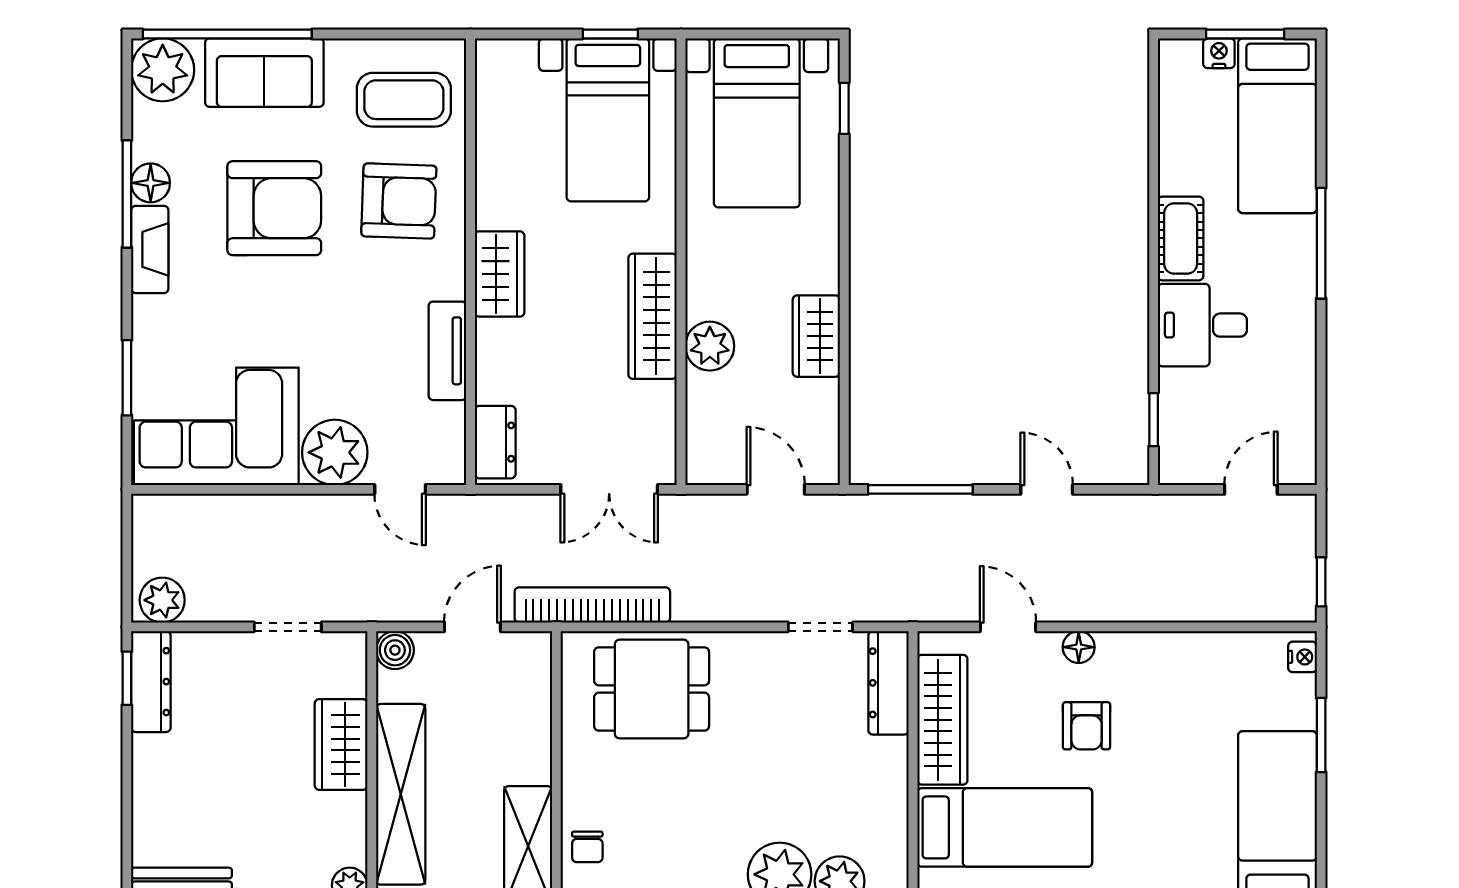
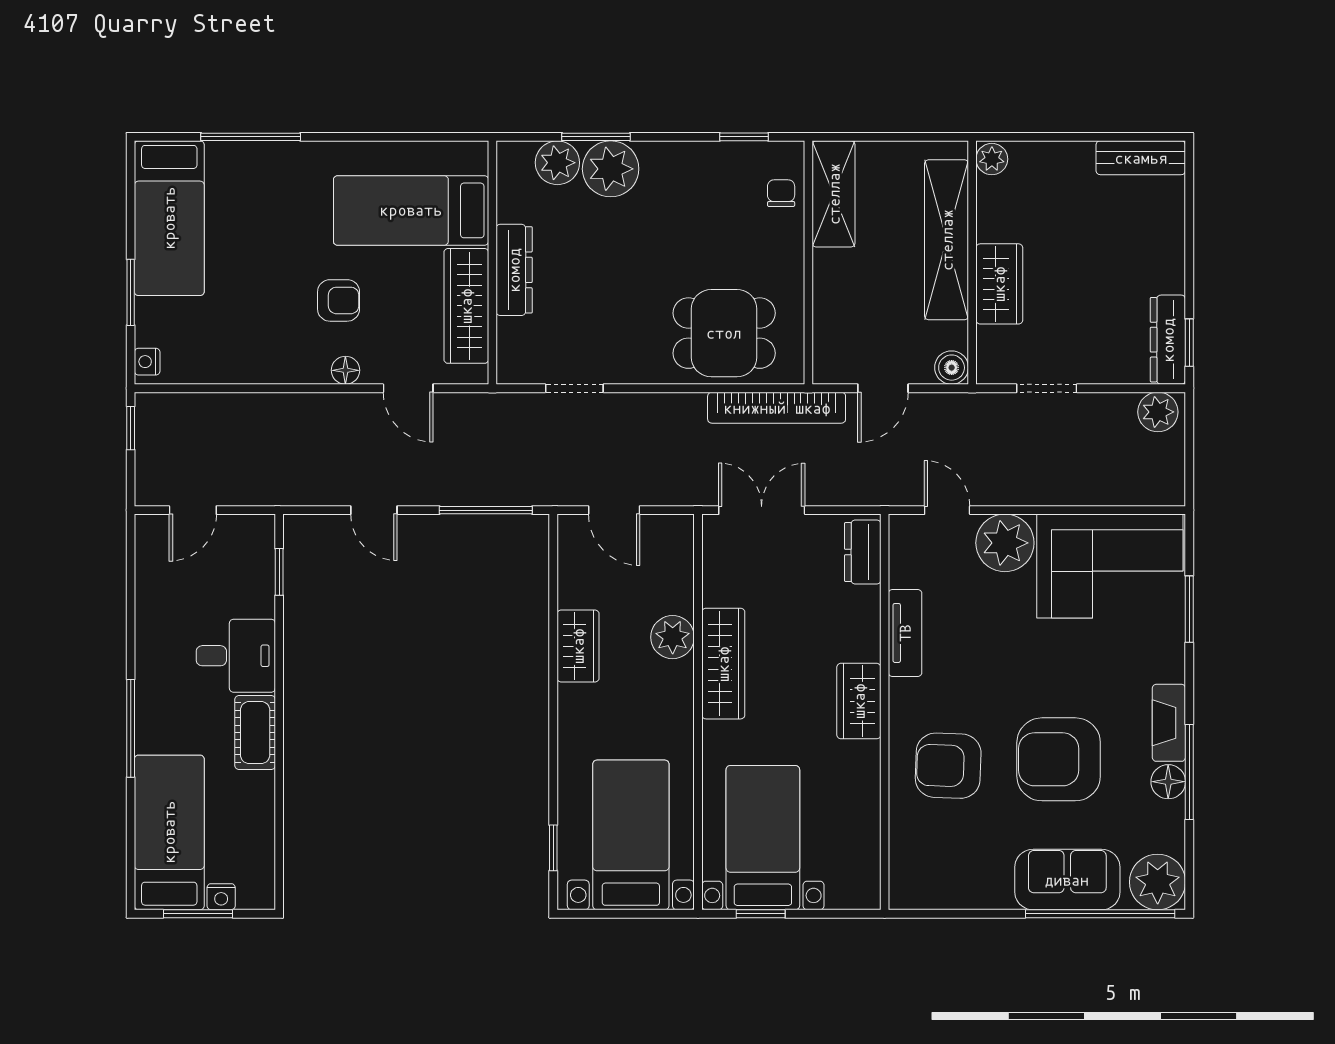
coffee table: (404, 100) -> (944, 856), removed
dresser: (888, 683) -> (514, 270), moved
armchair: (1087, 726) -> (339, 300), turned 90

